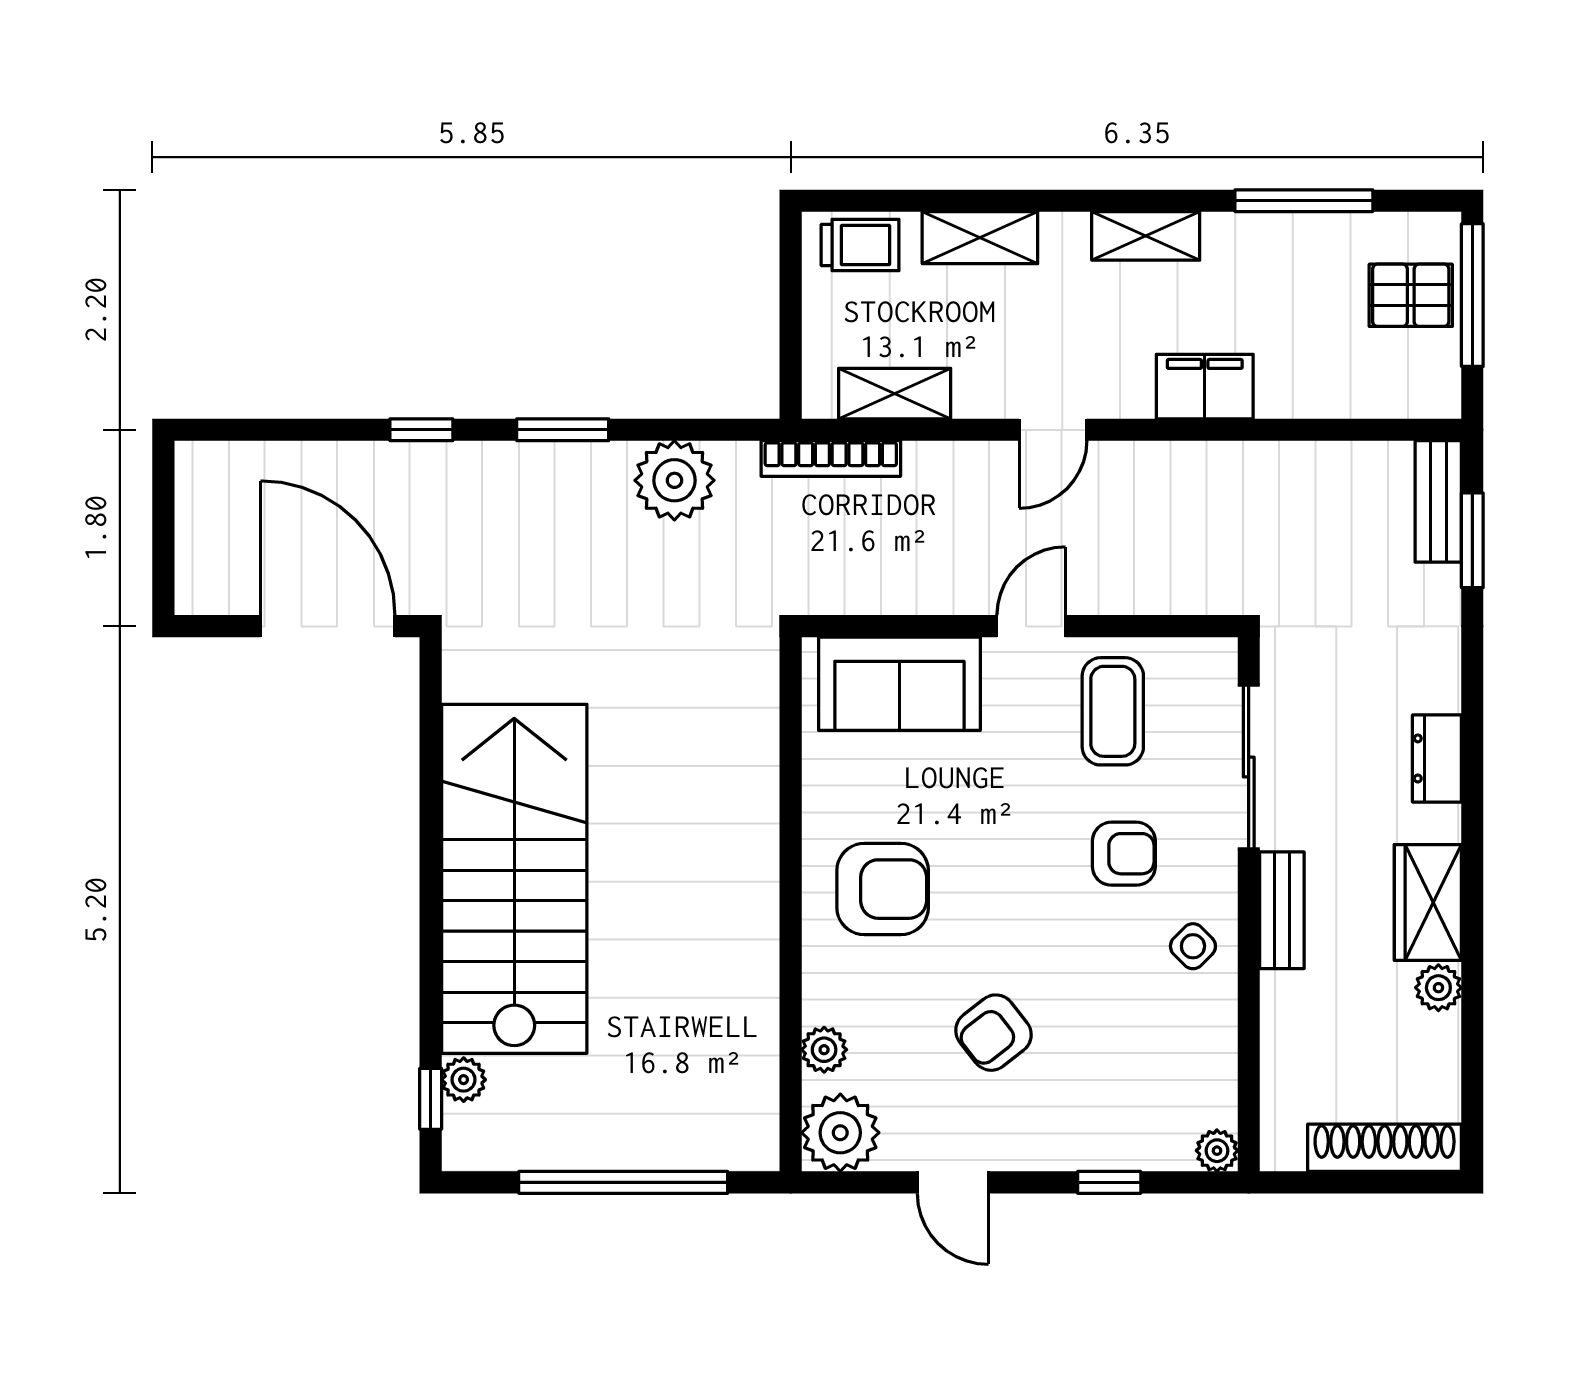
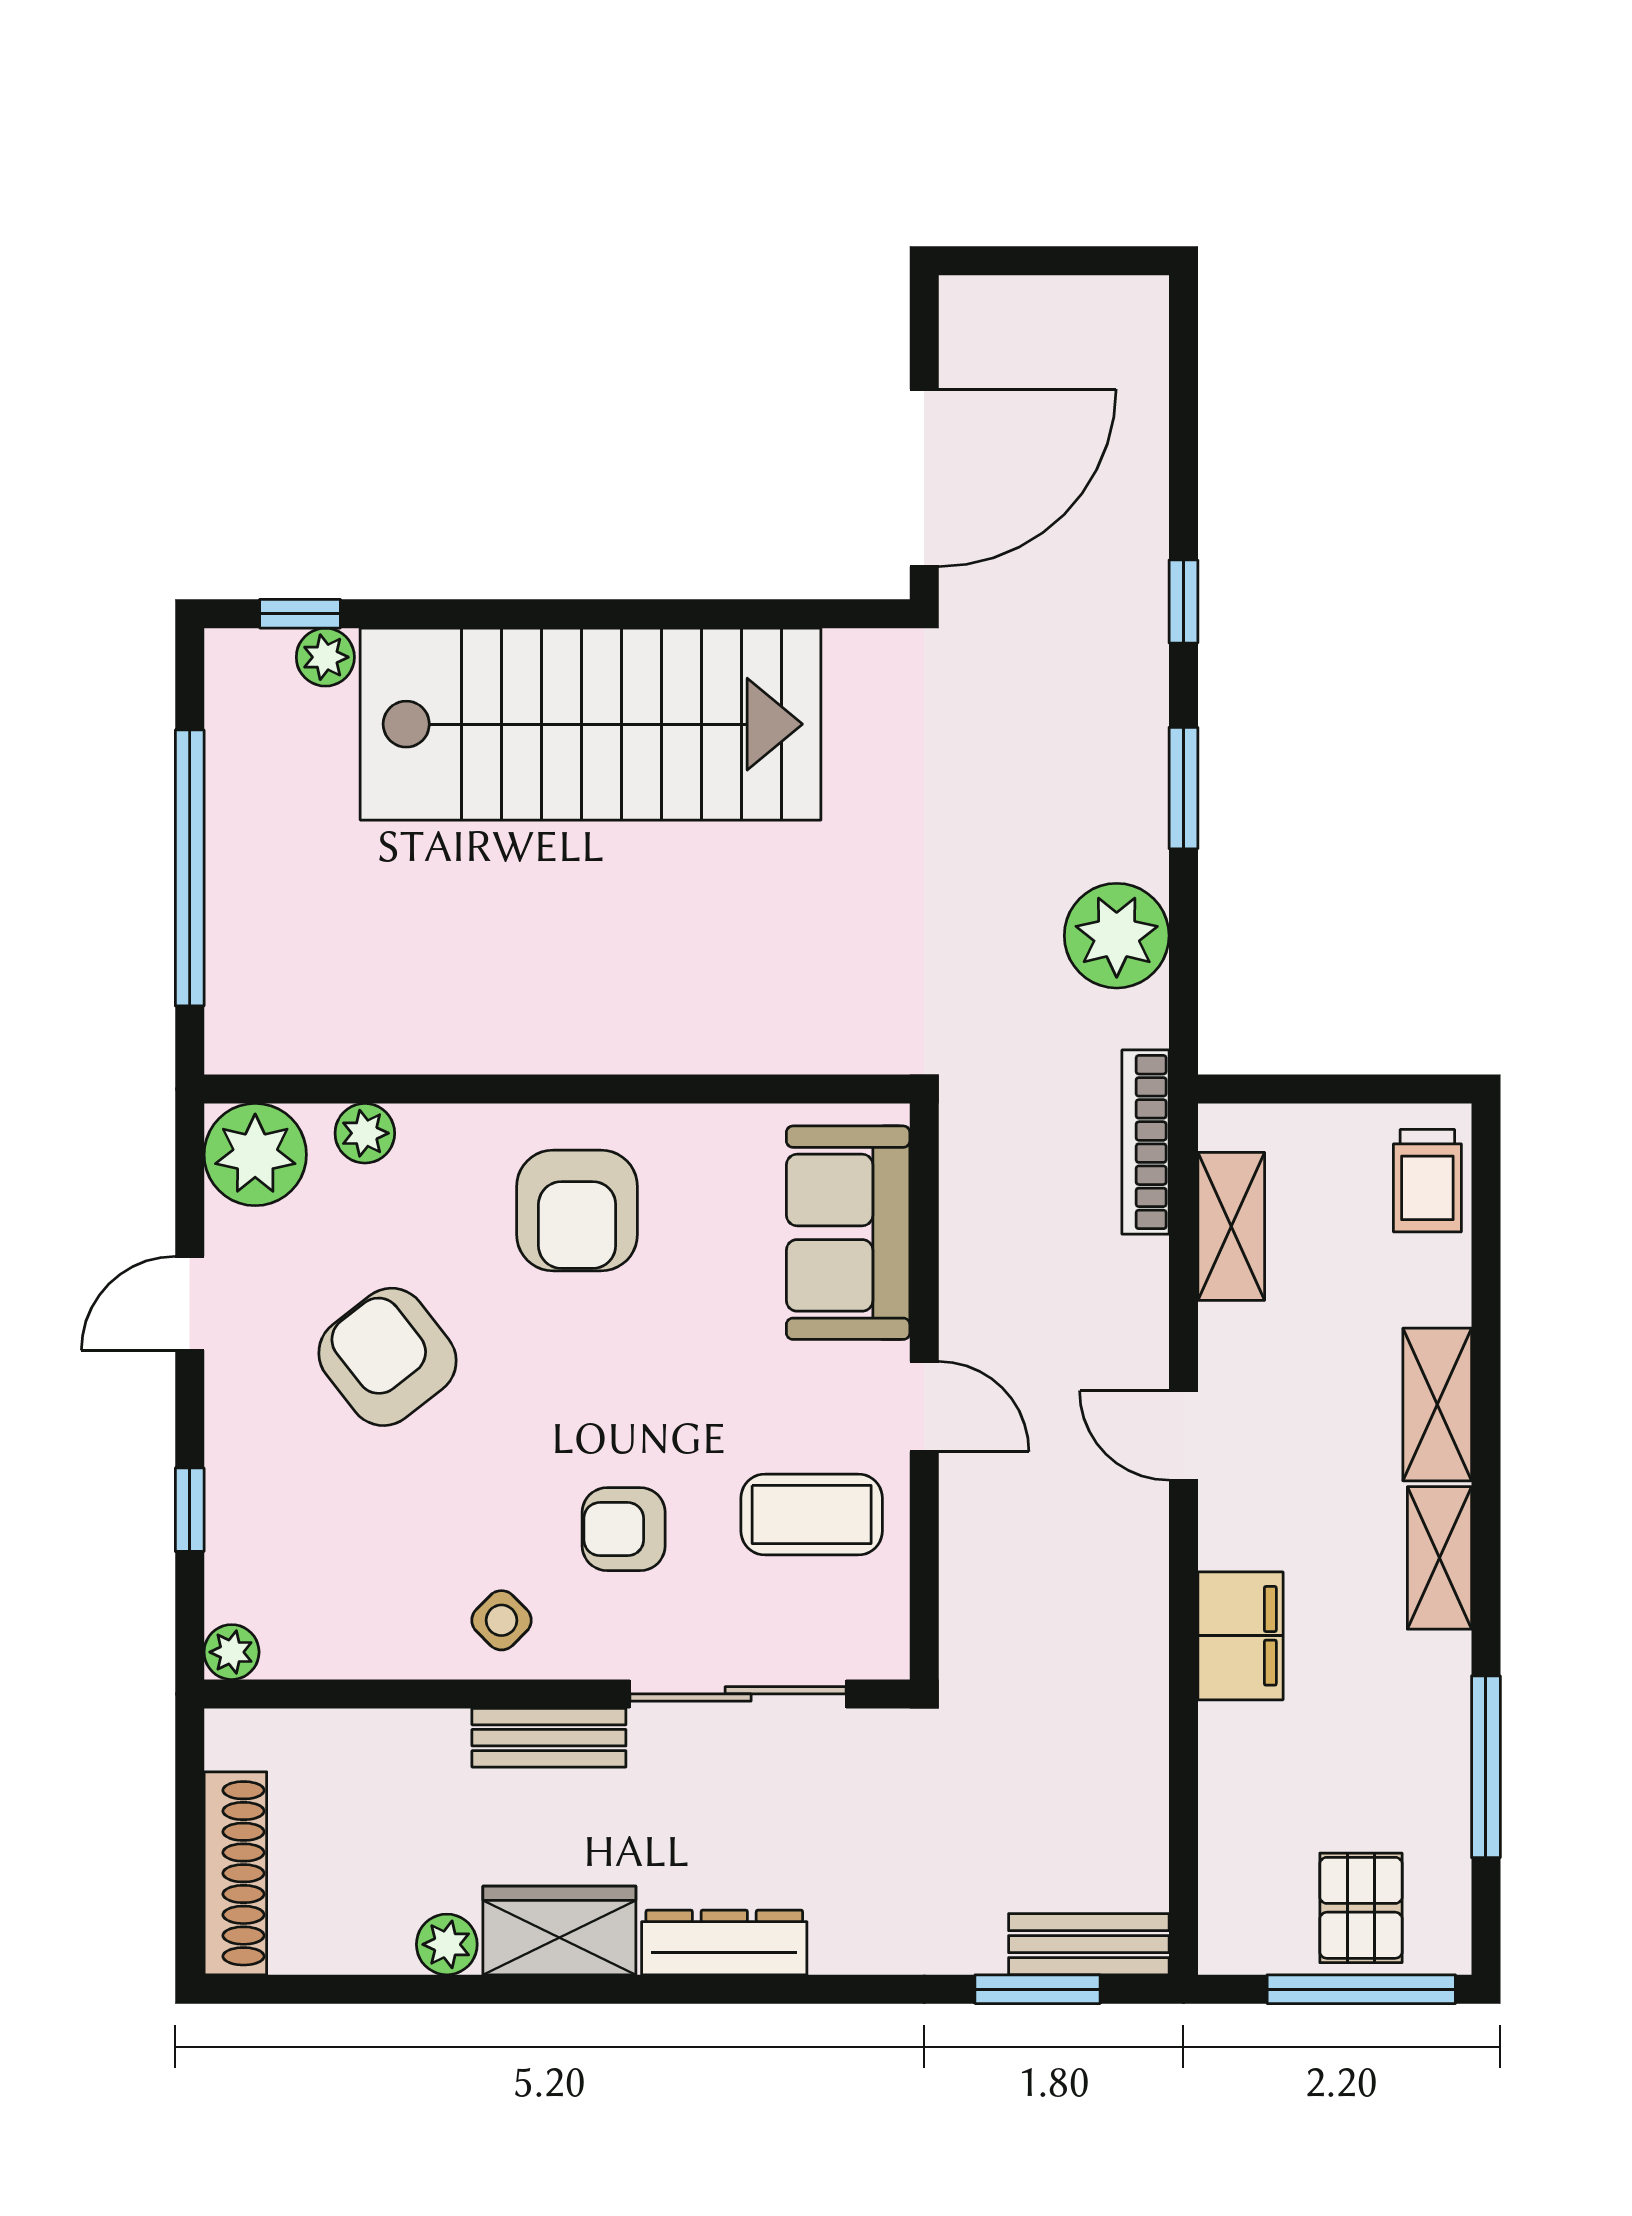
shelving: (980, 238) -> (1437, 1405), moved
dresser: (1437, 758) -> (724, 1942), width x1.44
armchair: (1124, 854) -> (624, 1529), turned 90
armchair: (993, 1033) -> (387, 1357), width x1.38, depth x1.38

